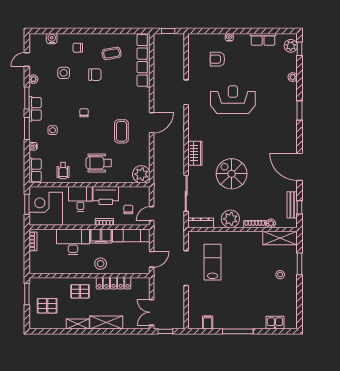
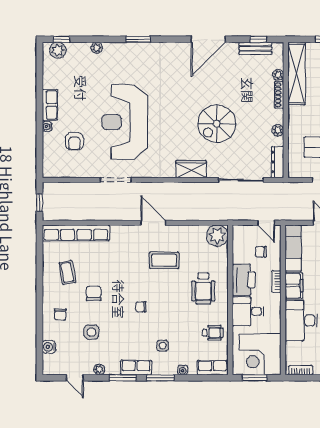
row of seats: (263, 39) -> (50, 105), moved
reception desk: (233, 100) -> (125, 122), width x1.36, depth x1.30
plant: (230, 219) -> (278, 130), width x0.53, depth x0.53
shelving: (280, 238) -> (297, 73), width x1.47

